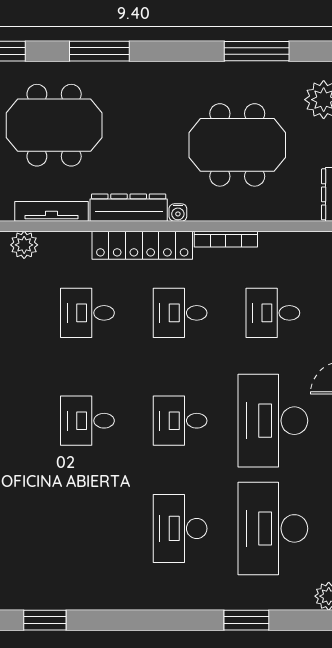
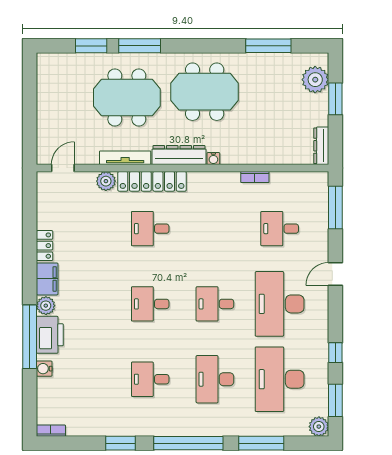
window: (99, 51) -> (140, 46), moved
meeting table: (237, 145) -> (205, 92), moved
bookcase: (226, 239) -> (255, 177), width x0.64
locker: (142, 245) -> (152, 181), moved
desk: (180, 313) -> (150, 379), moved
window: (142, 620) -> (188, 443), added
window: (246, 620) -> (261, 443), width x1.44

